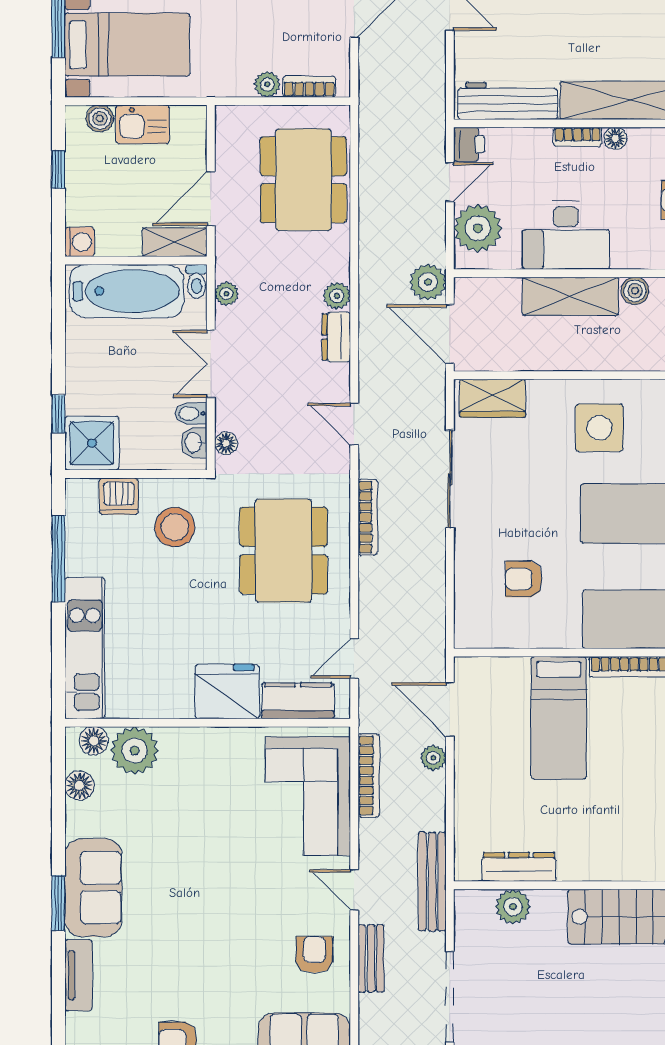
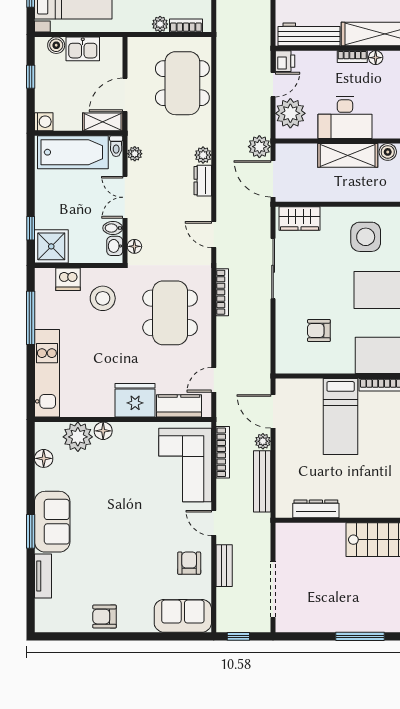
floor lamp: (94, 741) -> (103, 431), moved
bench: (432, 882) -> (262, 481), moved
plant: (513, 907) -> (312, 534), removed

